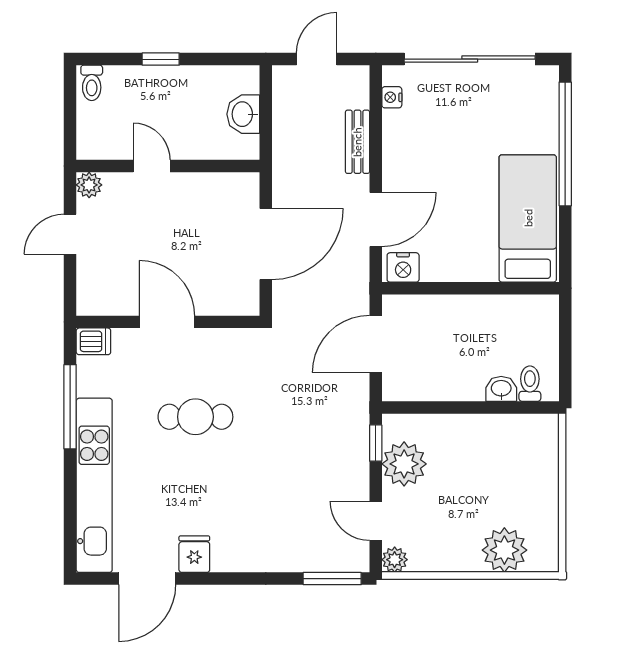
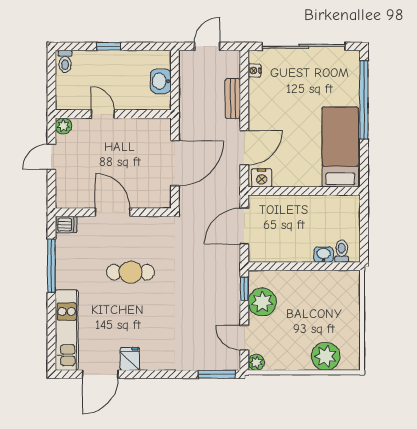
kitchen unit: (94, 485) -> (67, 330), width x0.73

